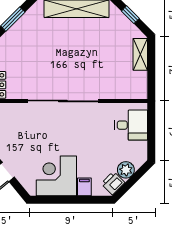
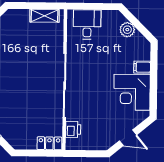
shelving: (140, 54) -> (45, 16), moved
printer: (113, 183) -> (73, 129), moved, turned -135

